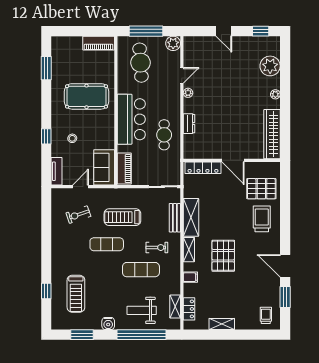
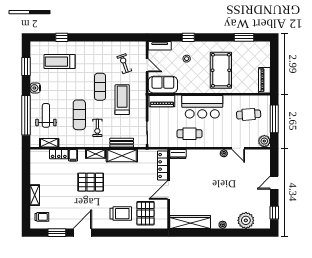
cafe table: (141, 63) -> (249, 114), width x0.73, depth x0.74
dresser: (189, 124) -> (178, 154), moved
locker: (189, 309) -> (59, 154), moved
shelving: (222, 324) -> (35, 195), moved

